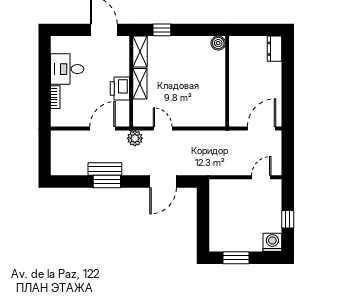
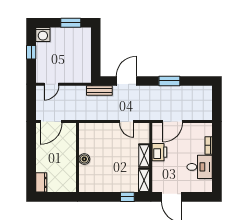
boiler: (218, 43) -> (84, 159), moved
plant: (135, 138) -> (148, 114), removed
bench: (105, 169) -> (99, 90), moved

